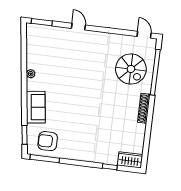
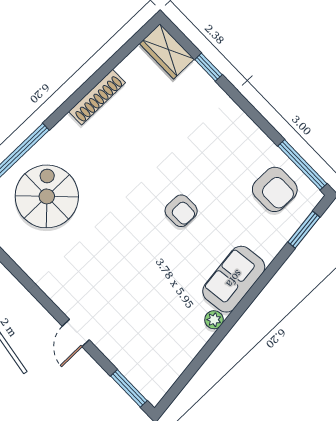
armchair: (76, 105) -> (181, 211), added
sofa: (36, 107) -> (234, 279), moved
shoe rack: (144, 108) -> (97, 97), moved

